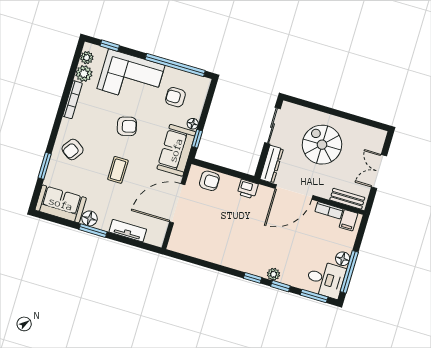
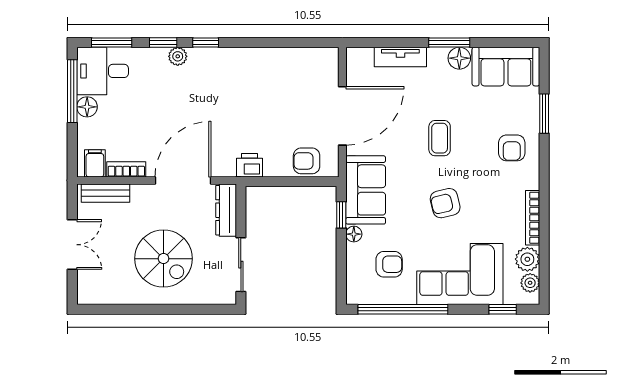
armchair: (73, 149) -> (512, 148), turned 145

